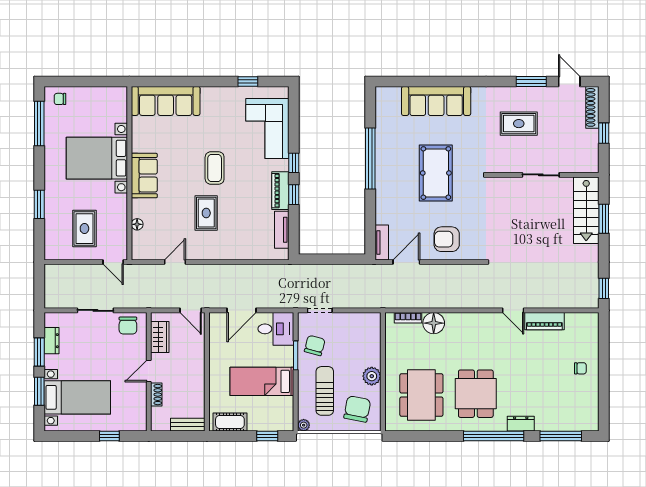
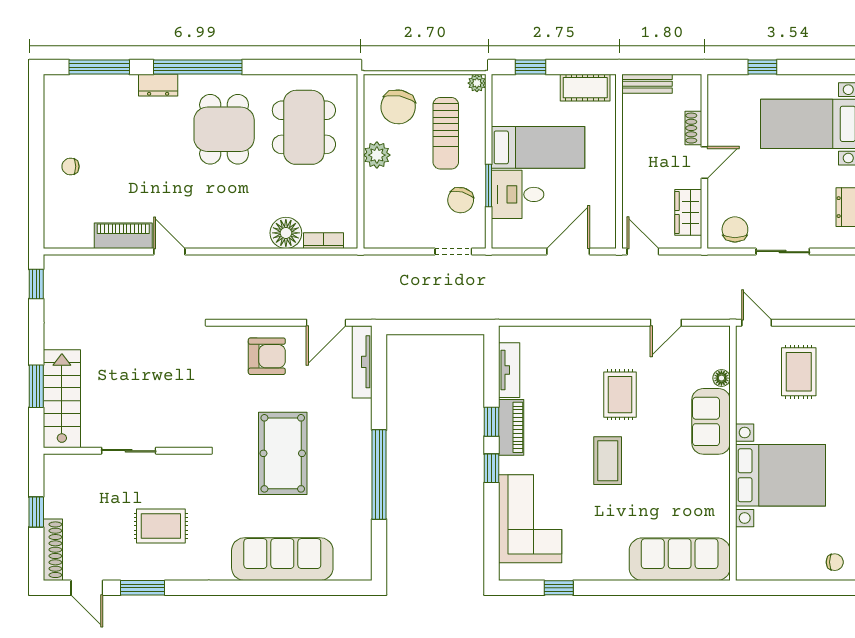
sofa: (144, 176) -> (711, 421), moved
tv unit: (382, 243) -> (362, 362), width x1.41
desk: (276, 329) -> (518, 194), moved

